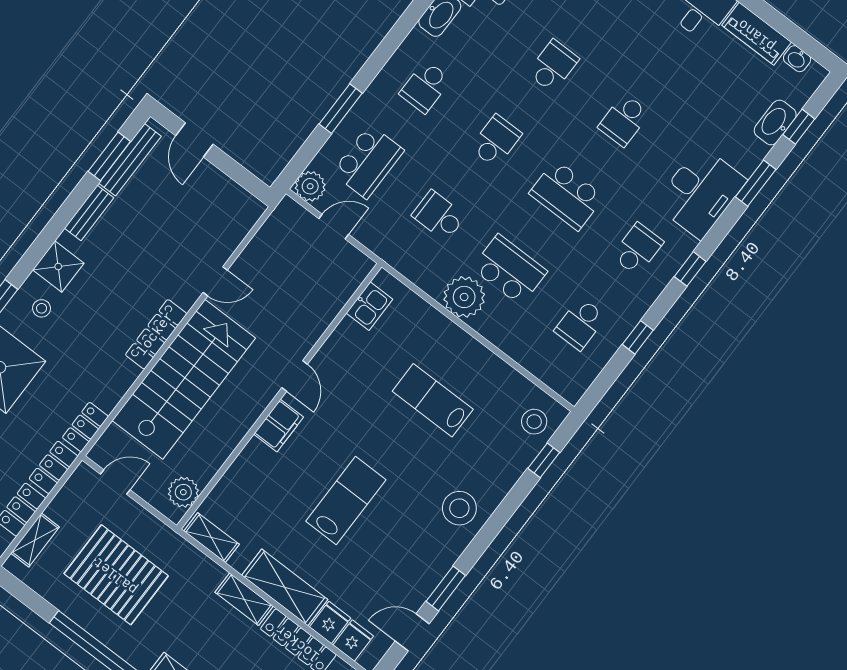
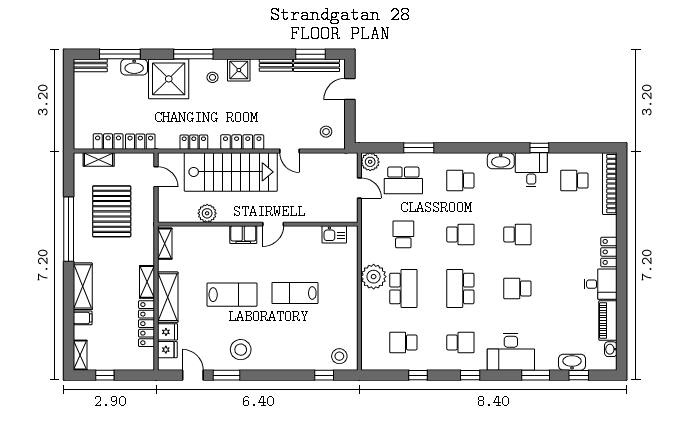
stool: (226, 214) -> (326, 132), added
lab bench: (433, 400) -> (295, 293), moved, turned -90
locker: (85, 427) -> (194, 142), moved
plant: (183, 492) -> (207, 213), moved
stool: (459, 508) -> (241, 350), moved

